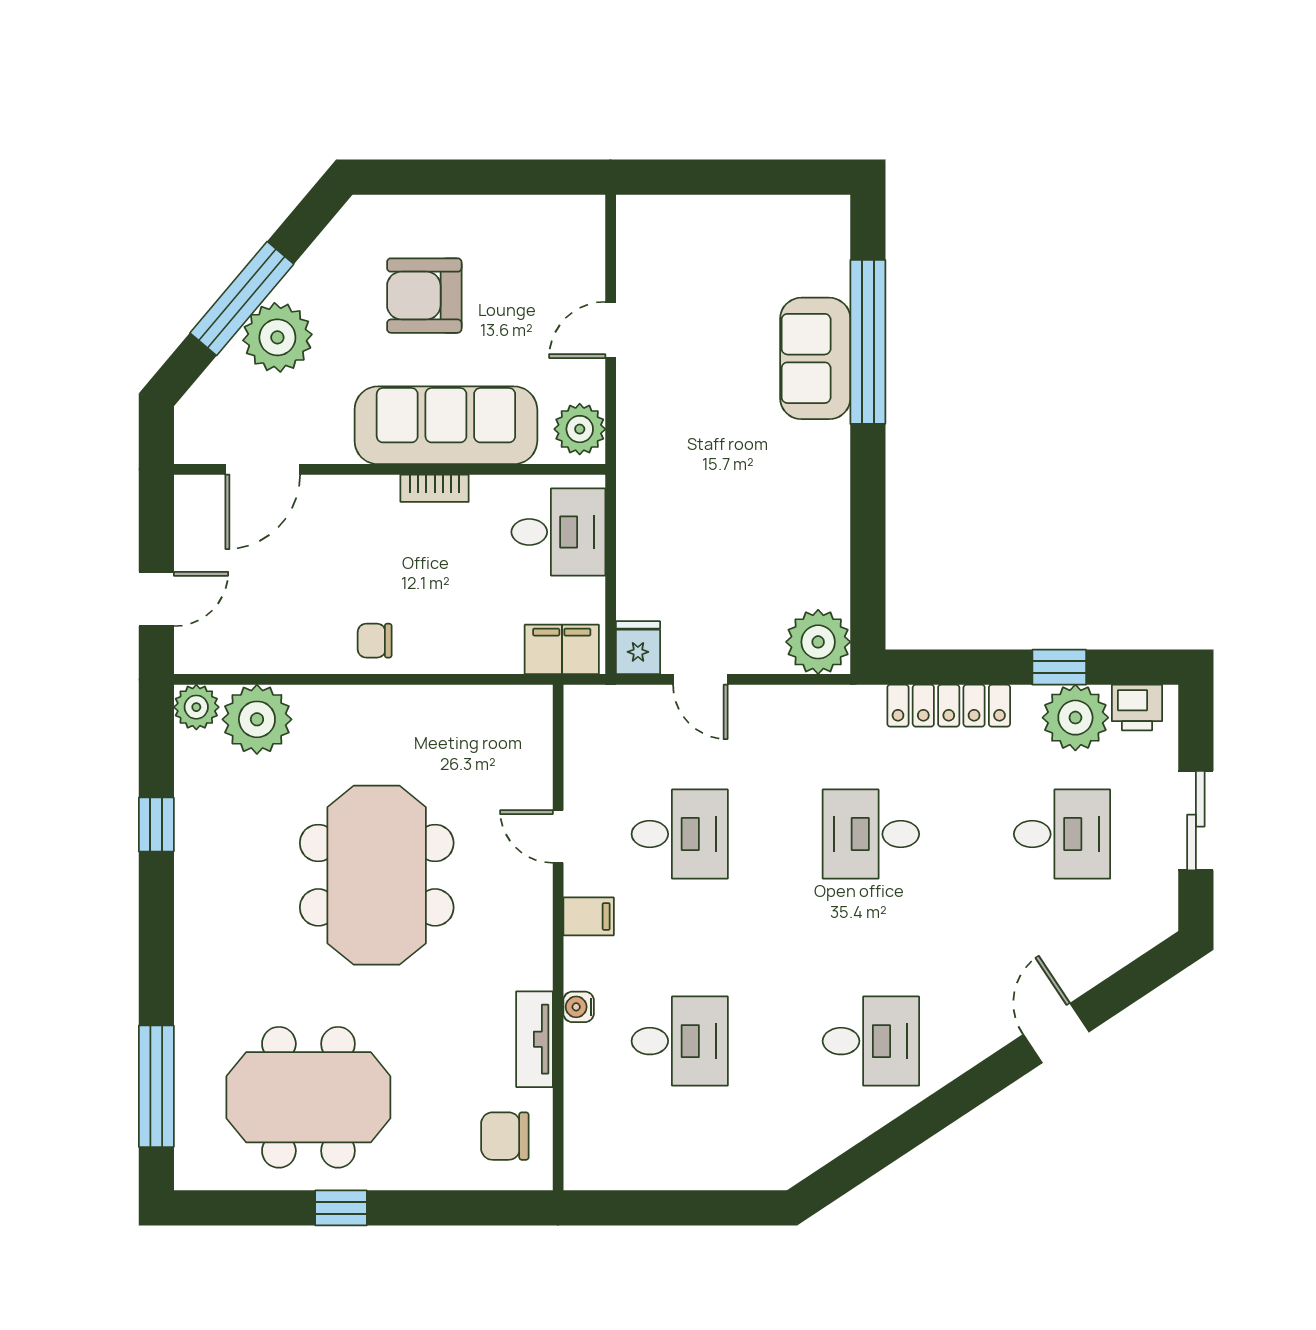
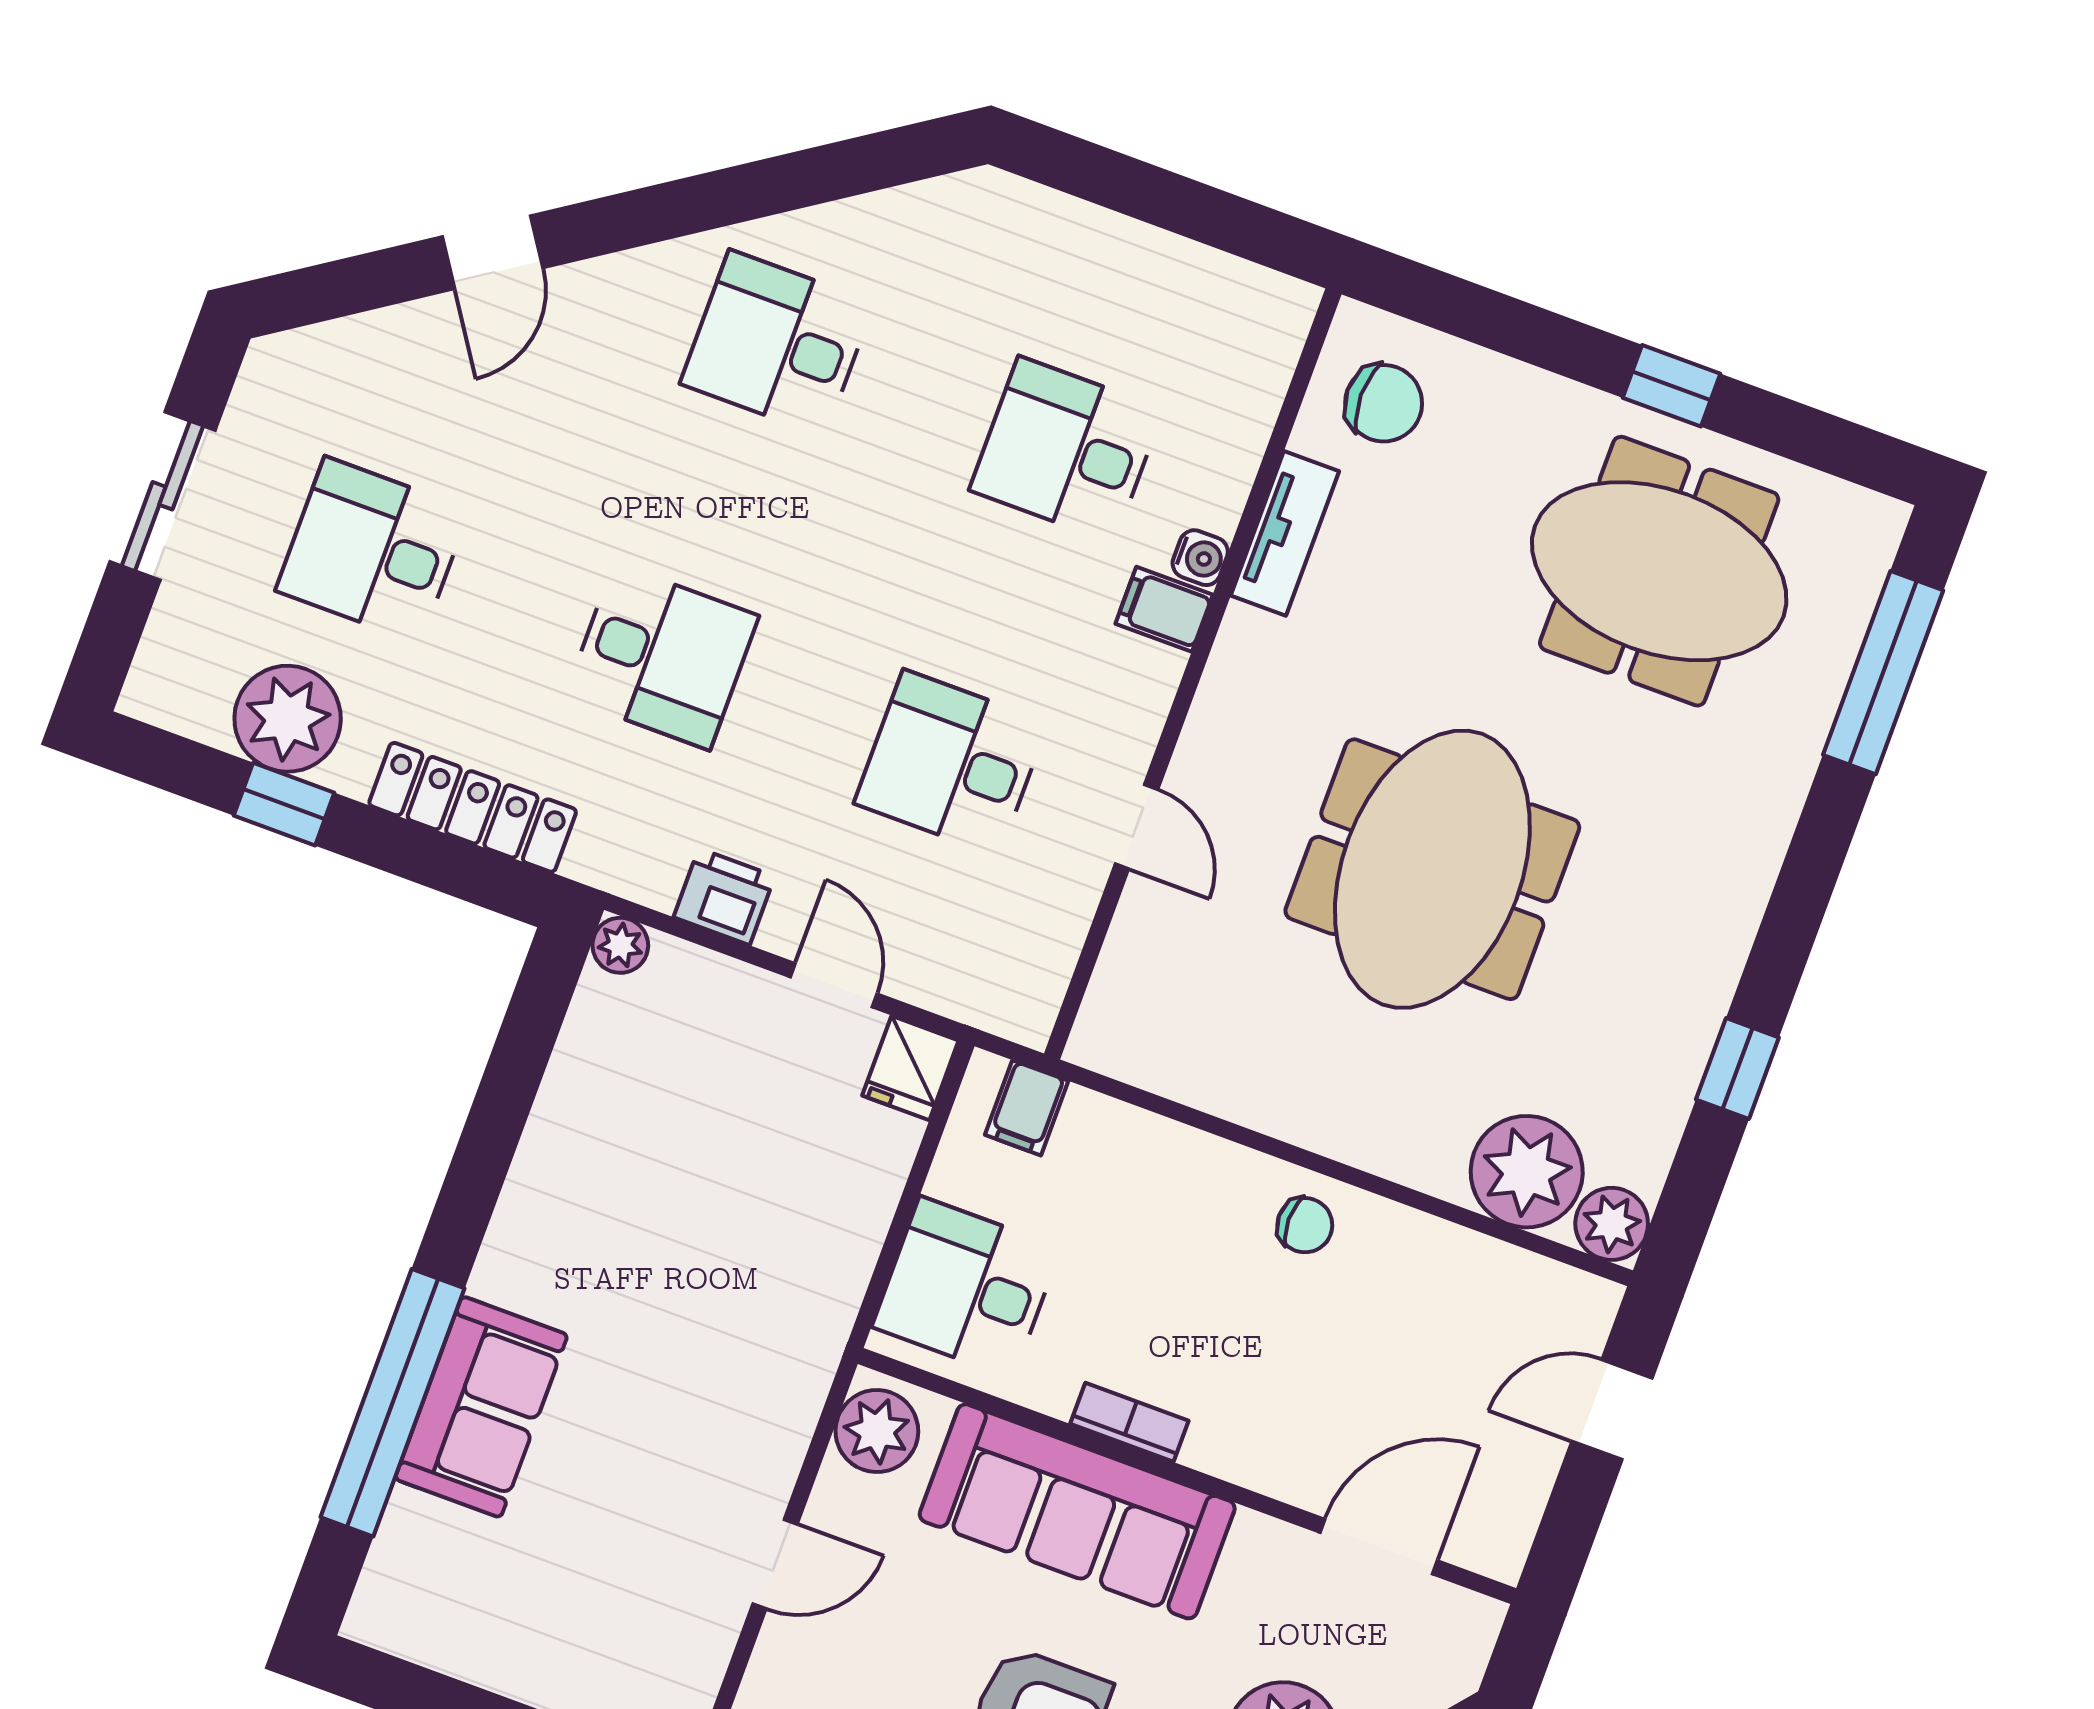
plant: (818, 642) -> (620, 945), width x0.53, depth x0.53
filing cabinet: (562, 649) -> (1027, 1108), width x0.50
printer: (1137, 708) -> (724, 897), moved
filing cabinet: (589, 916) -> (1164, 609), moved

